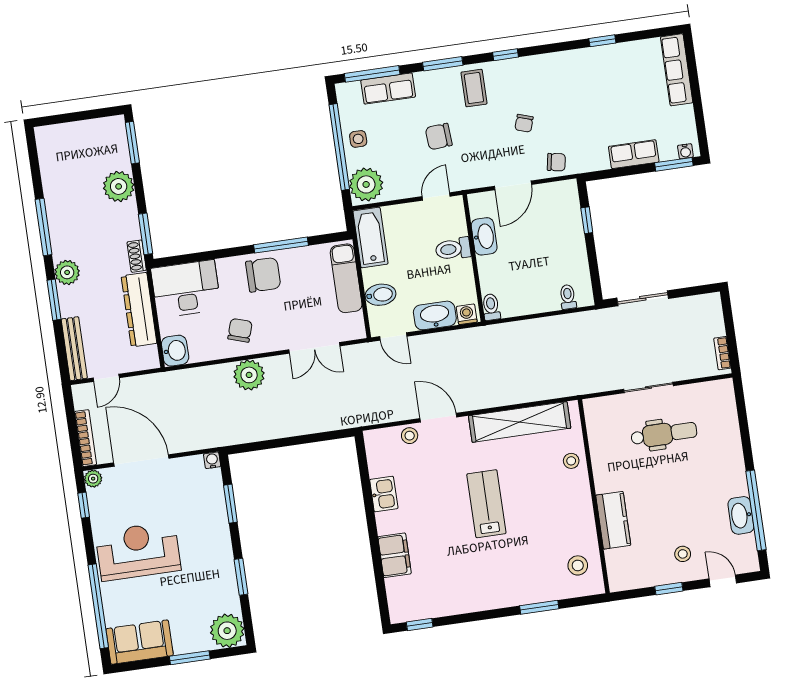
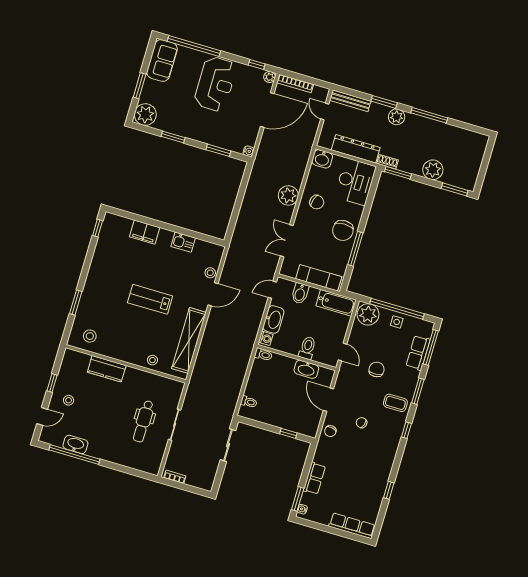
lab bench: (486, 504) -> (150, 299), turned 180

